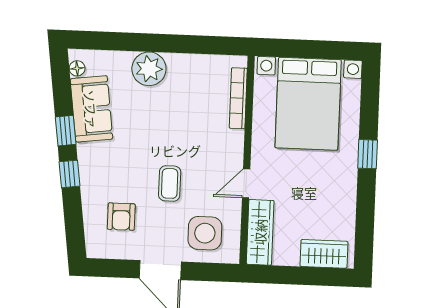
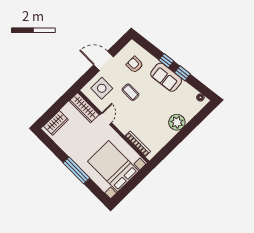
sofa: (91, 109) -> (166, 77), moved
window: (368, 154) -> (76, 170), width x2.17

